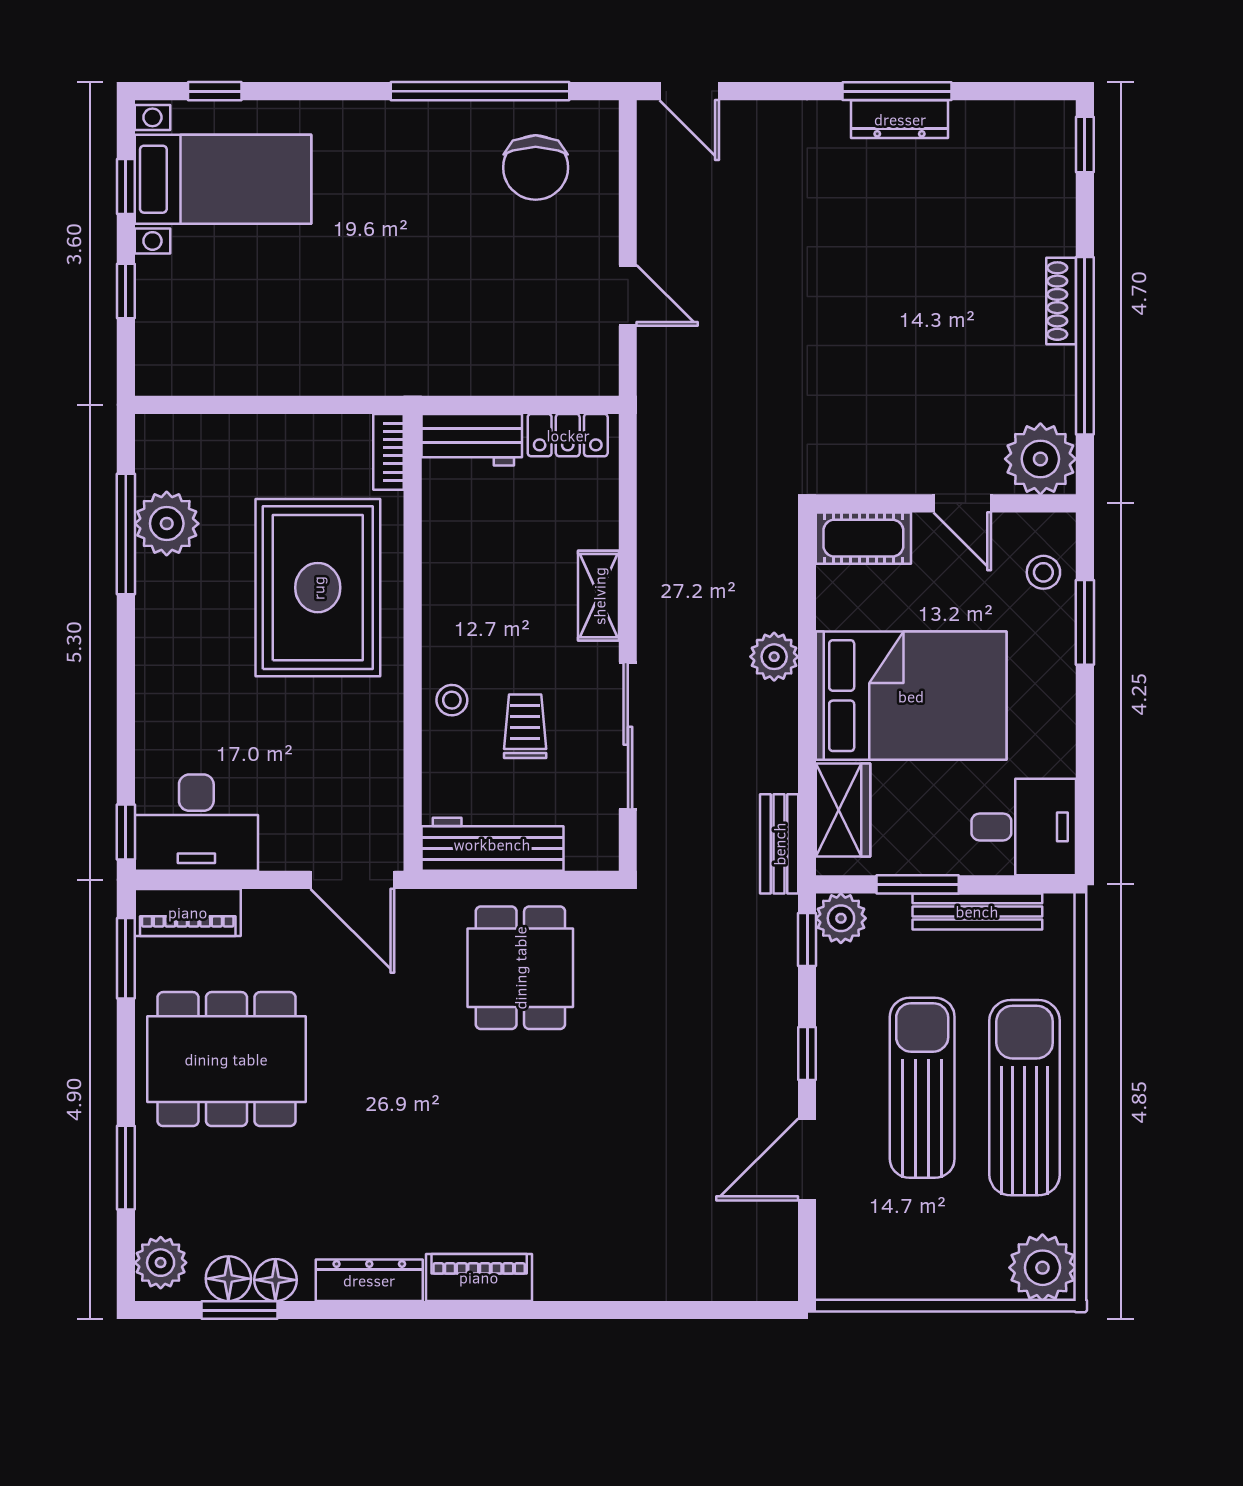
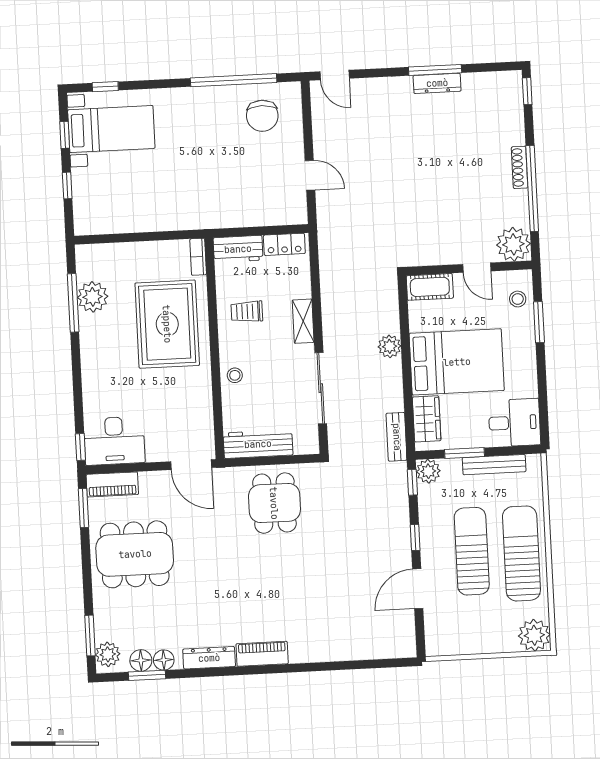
trolley: (525, 726) -> (247, 312), moved, turned -90
window: (126, 1168) -> (90, 636), moved

